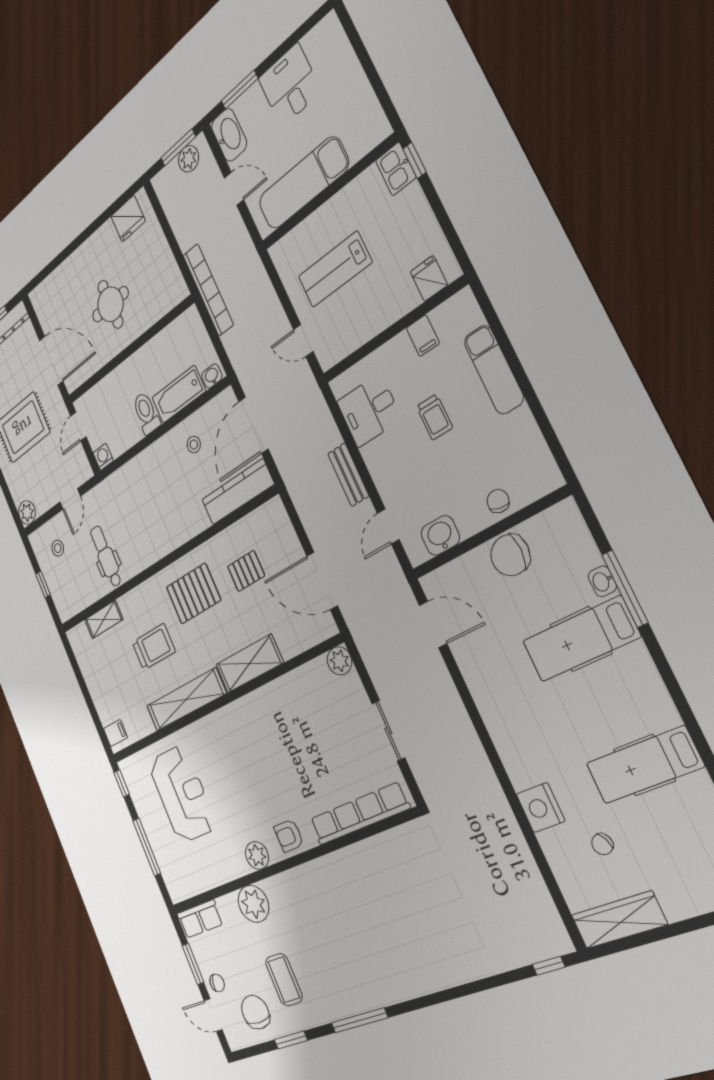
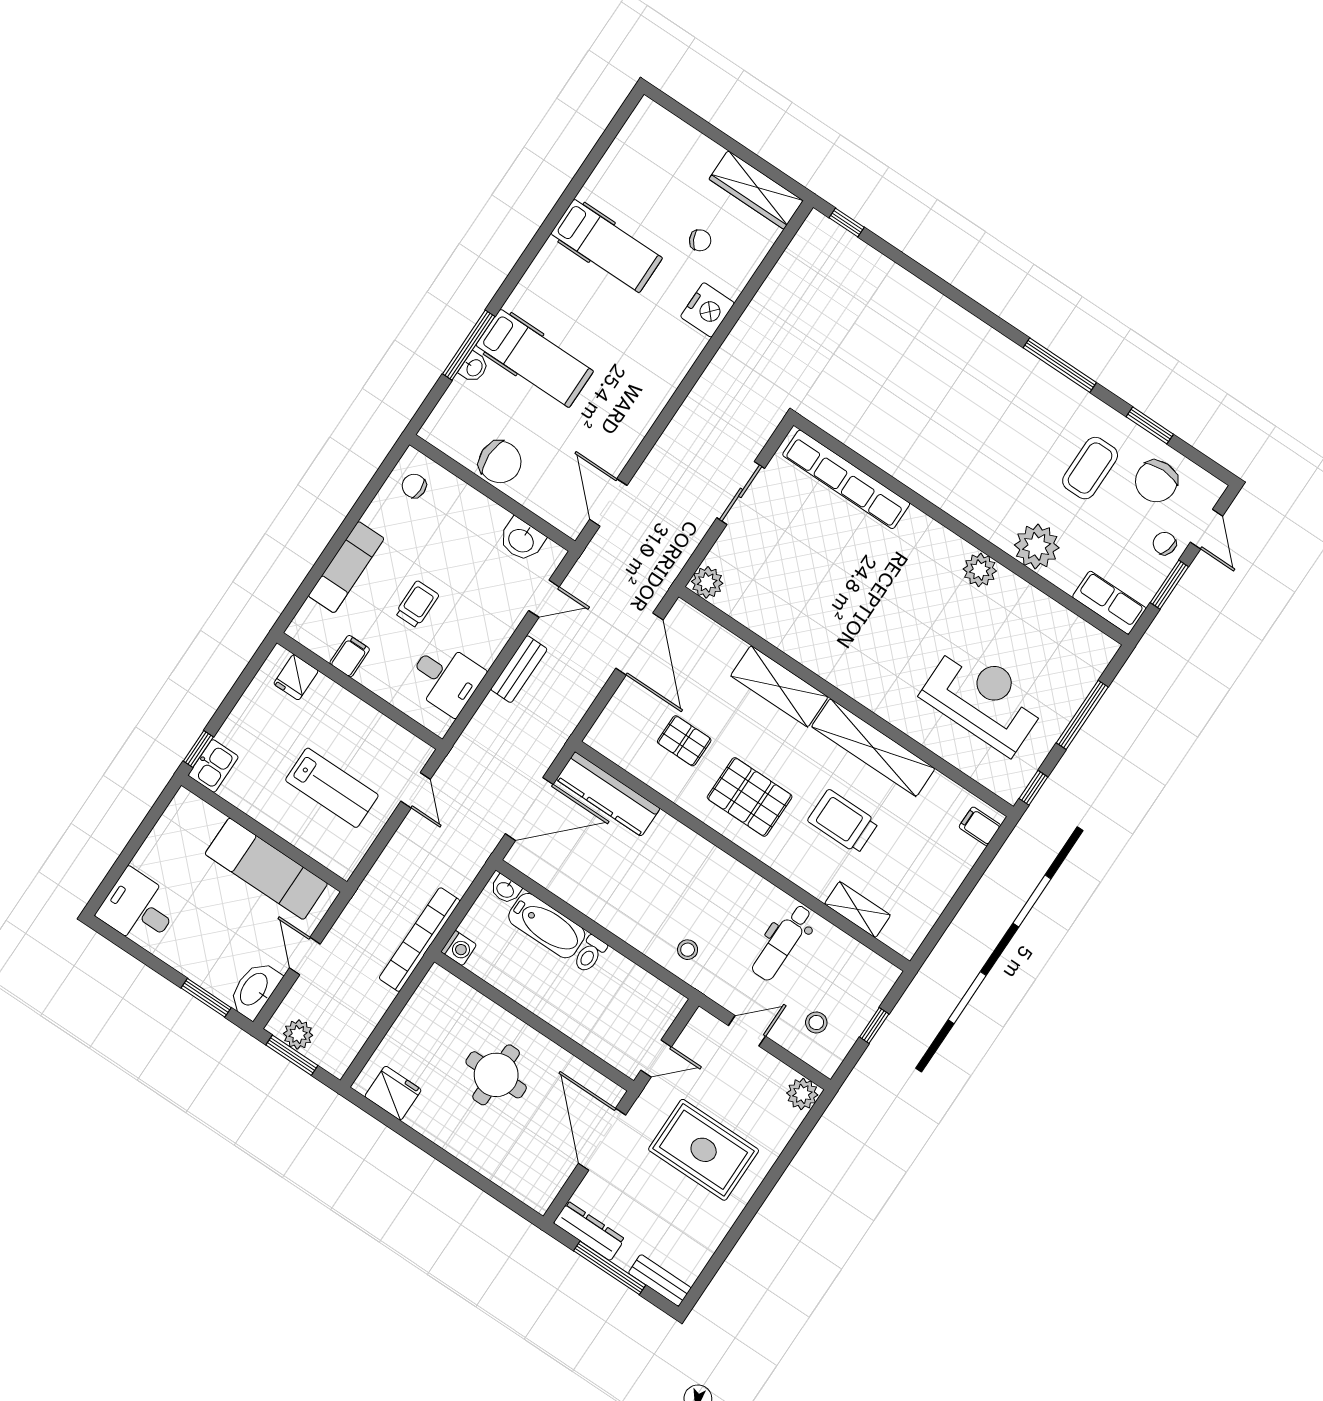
desk: (290, 85) -> (138, 908), moved, turned 90
toilet: (146, 413) -> (590, 954), width x0.73, depth x0.72
stool: (194, 445) -> (688, 950), moved
washing machine: (103, 457) -> (459, 948), moved, turned -90
chair: (498, 501) -> (414, 486), moved, turned 79
reception desk: (182, 794) -> (984, 699), turned 90
armchair: (289, 836) -> (929, 544), removed

